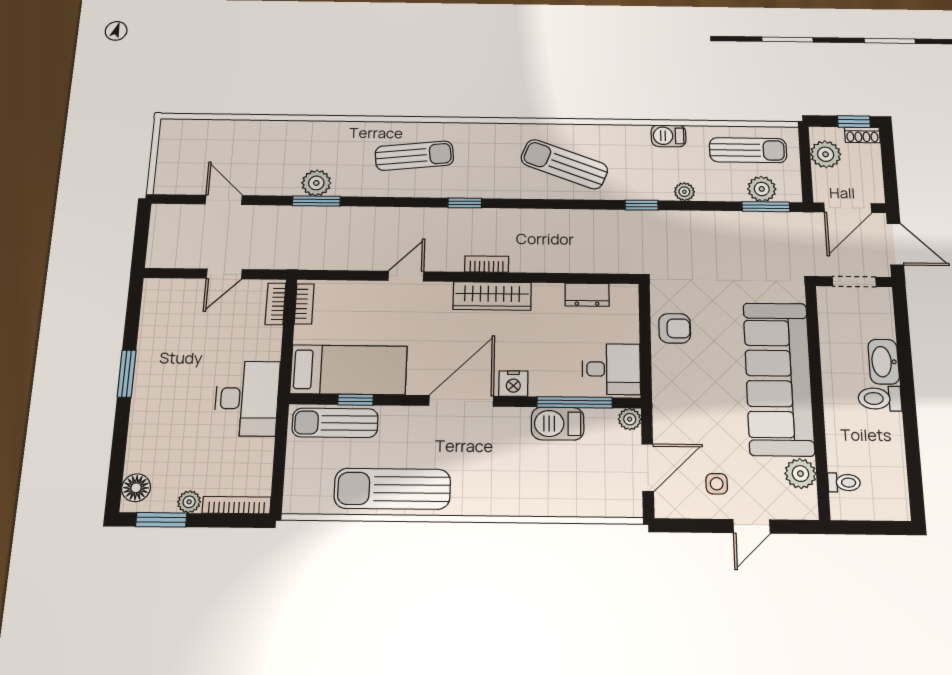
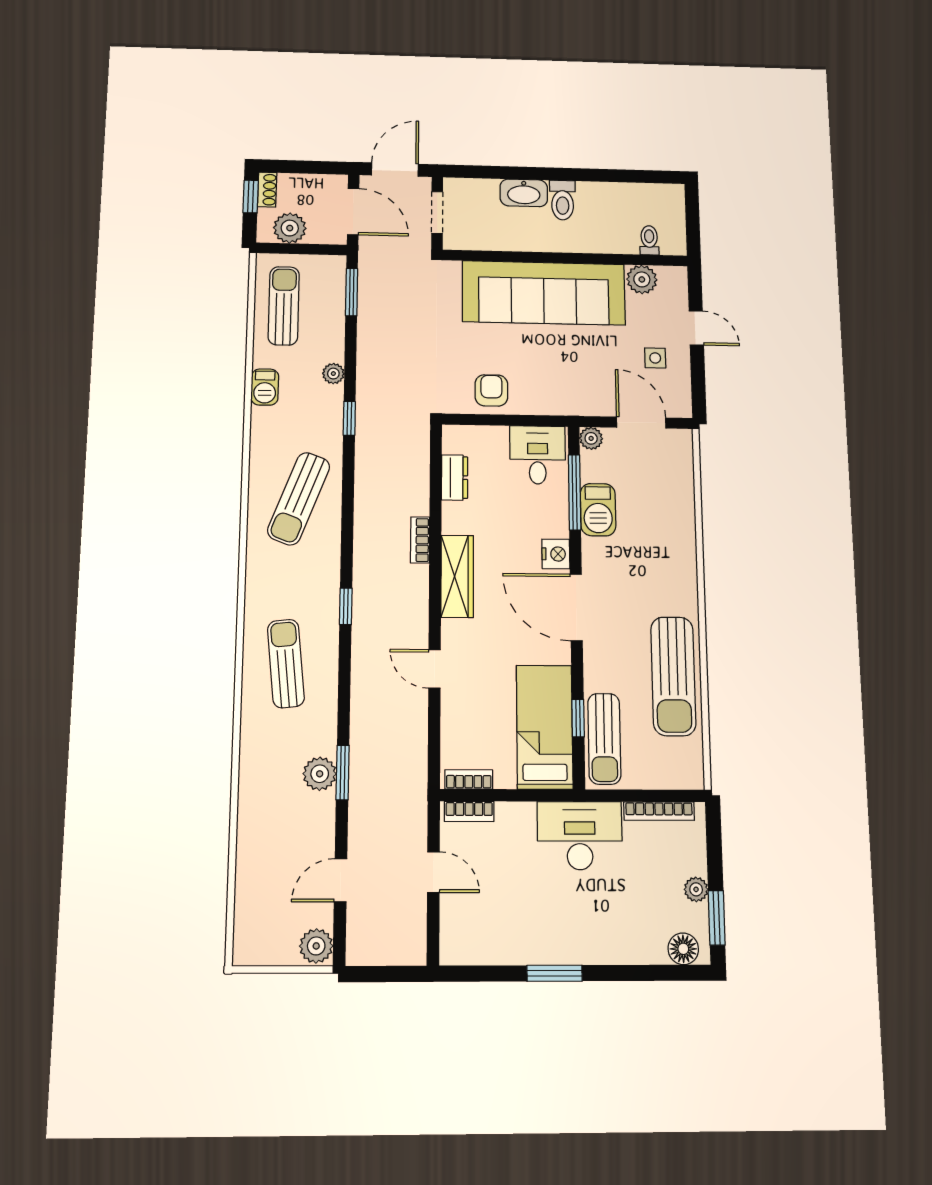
plant: (762, 189) -> (316, 946), moved
bookcase: (487, 264) -> (420, 540), moved
bookcase: (237, 505) -> (659, 811), moved, turned -90

